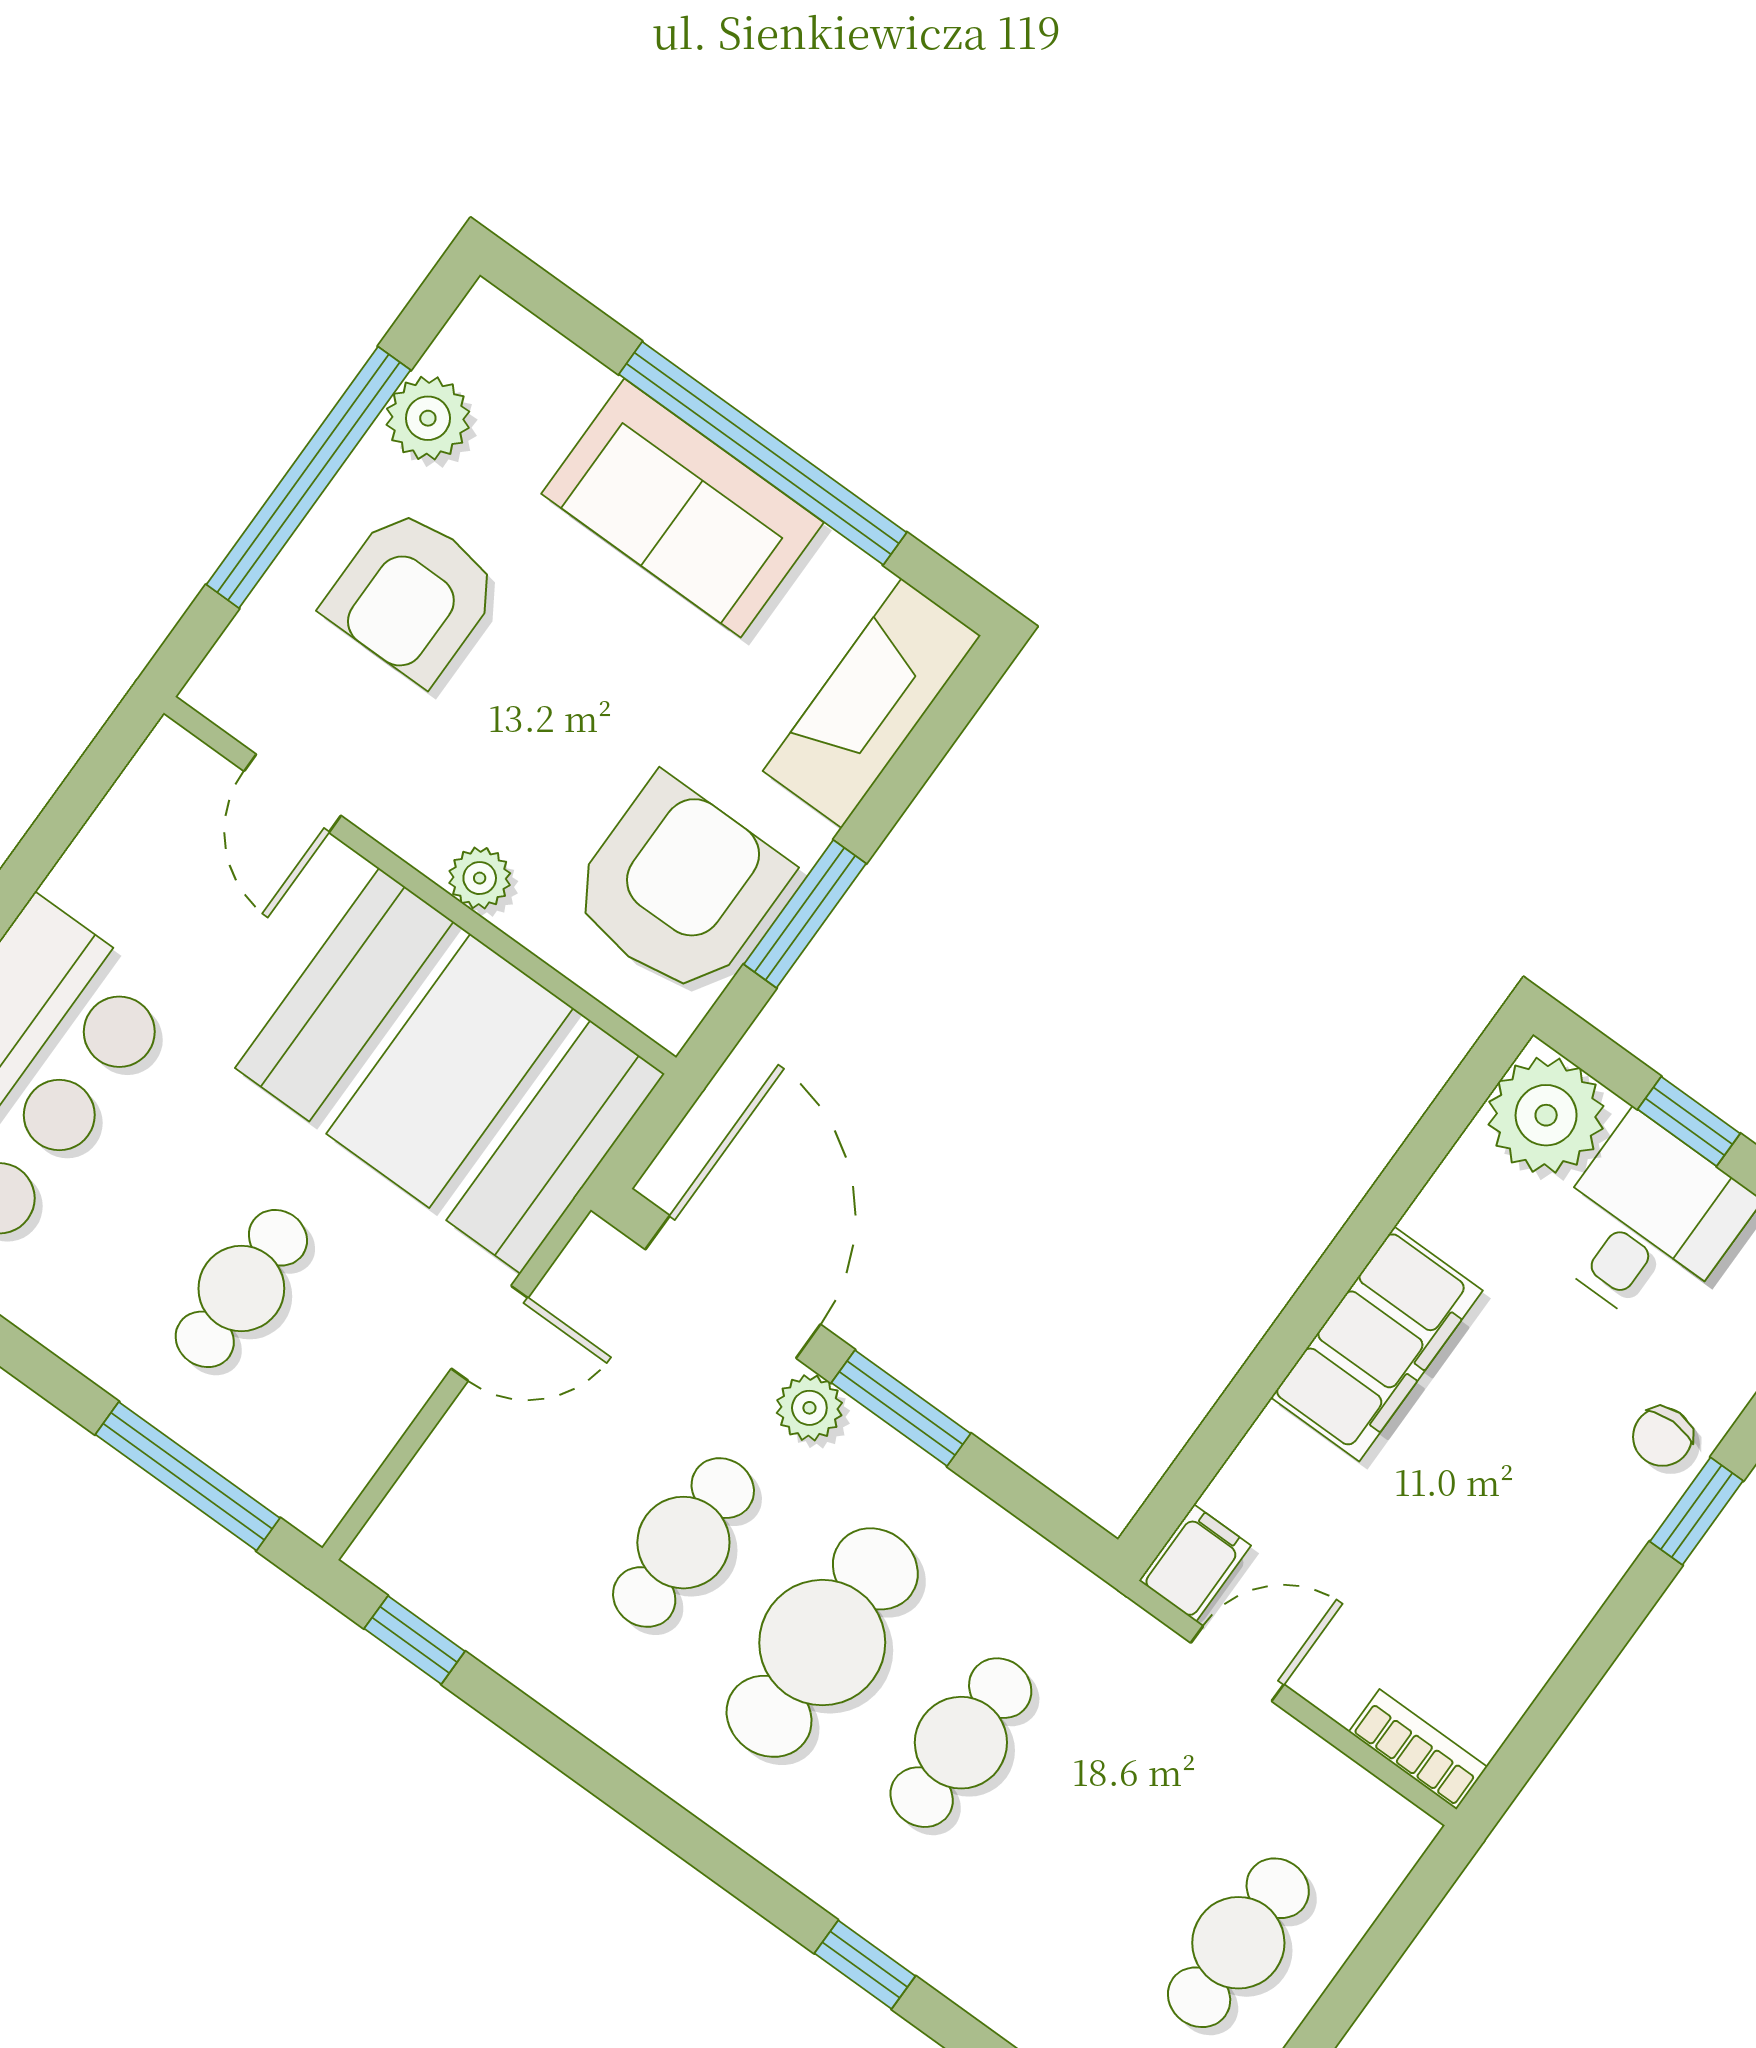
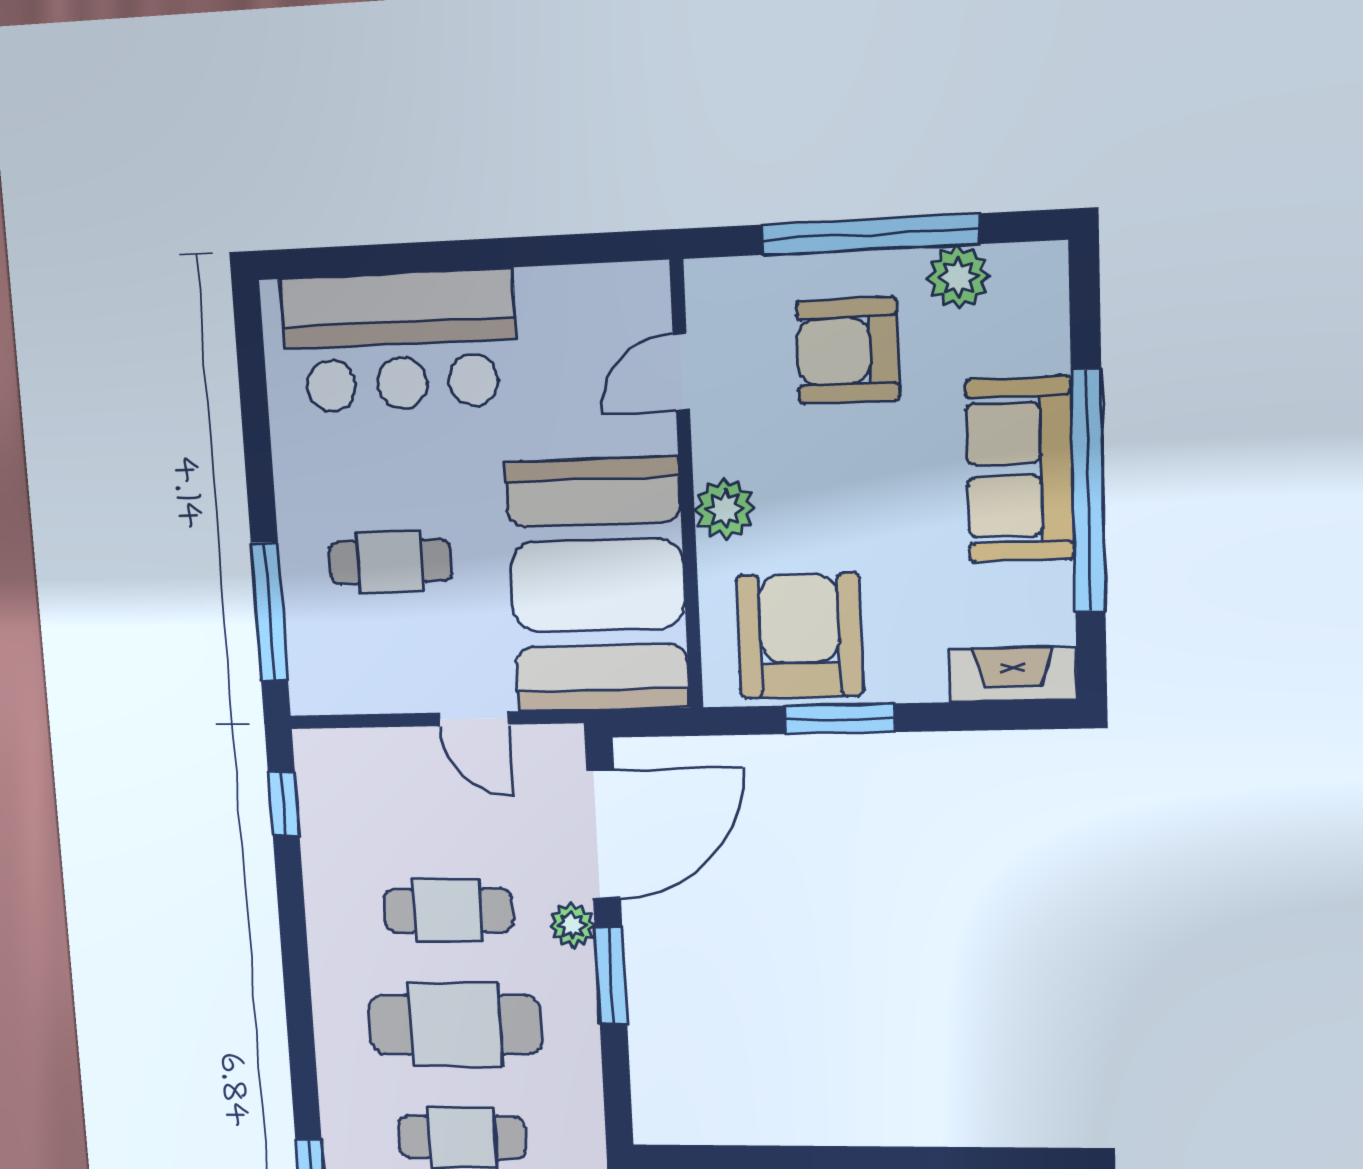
fireplace: (872, 703) -> (1013, 674), width x0.73, depth x0.76
plant: (480, 878) -> (725, 509), width x1.38, depth x1.38
armchair: (679, 887) -> (800, 636), turned -90

